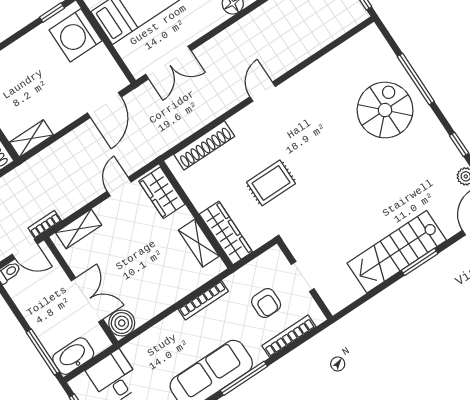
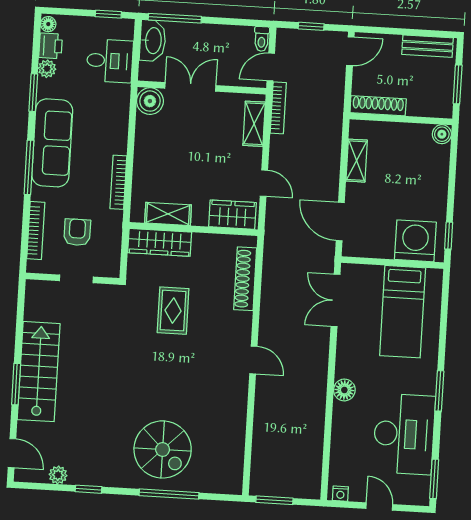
shelving: (31, 138) -> (357, 161), moved
bookcase: (45, 224) -> (278, 108), width x1.56
double door: (87, 300) -> (190, 87), swing flipped
armchair: (266, 303) -> (77, 232), turned 90

